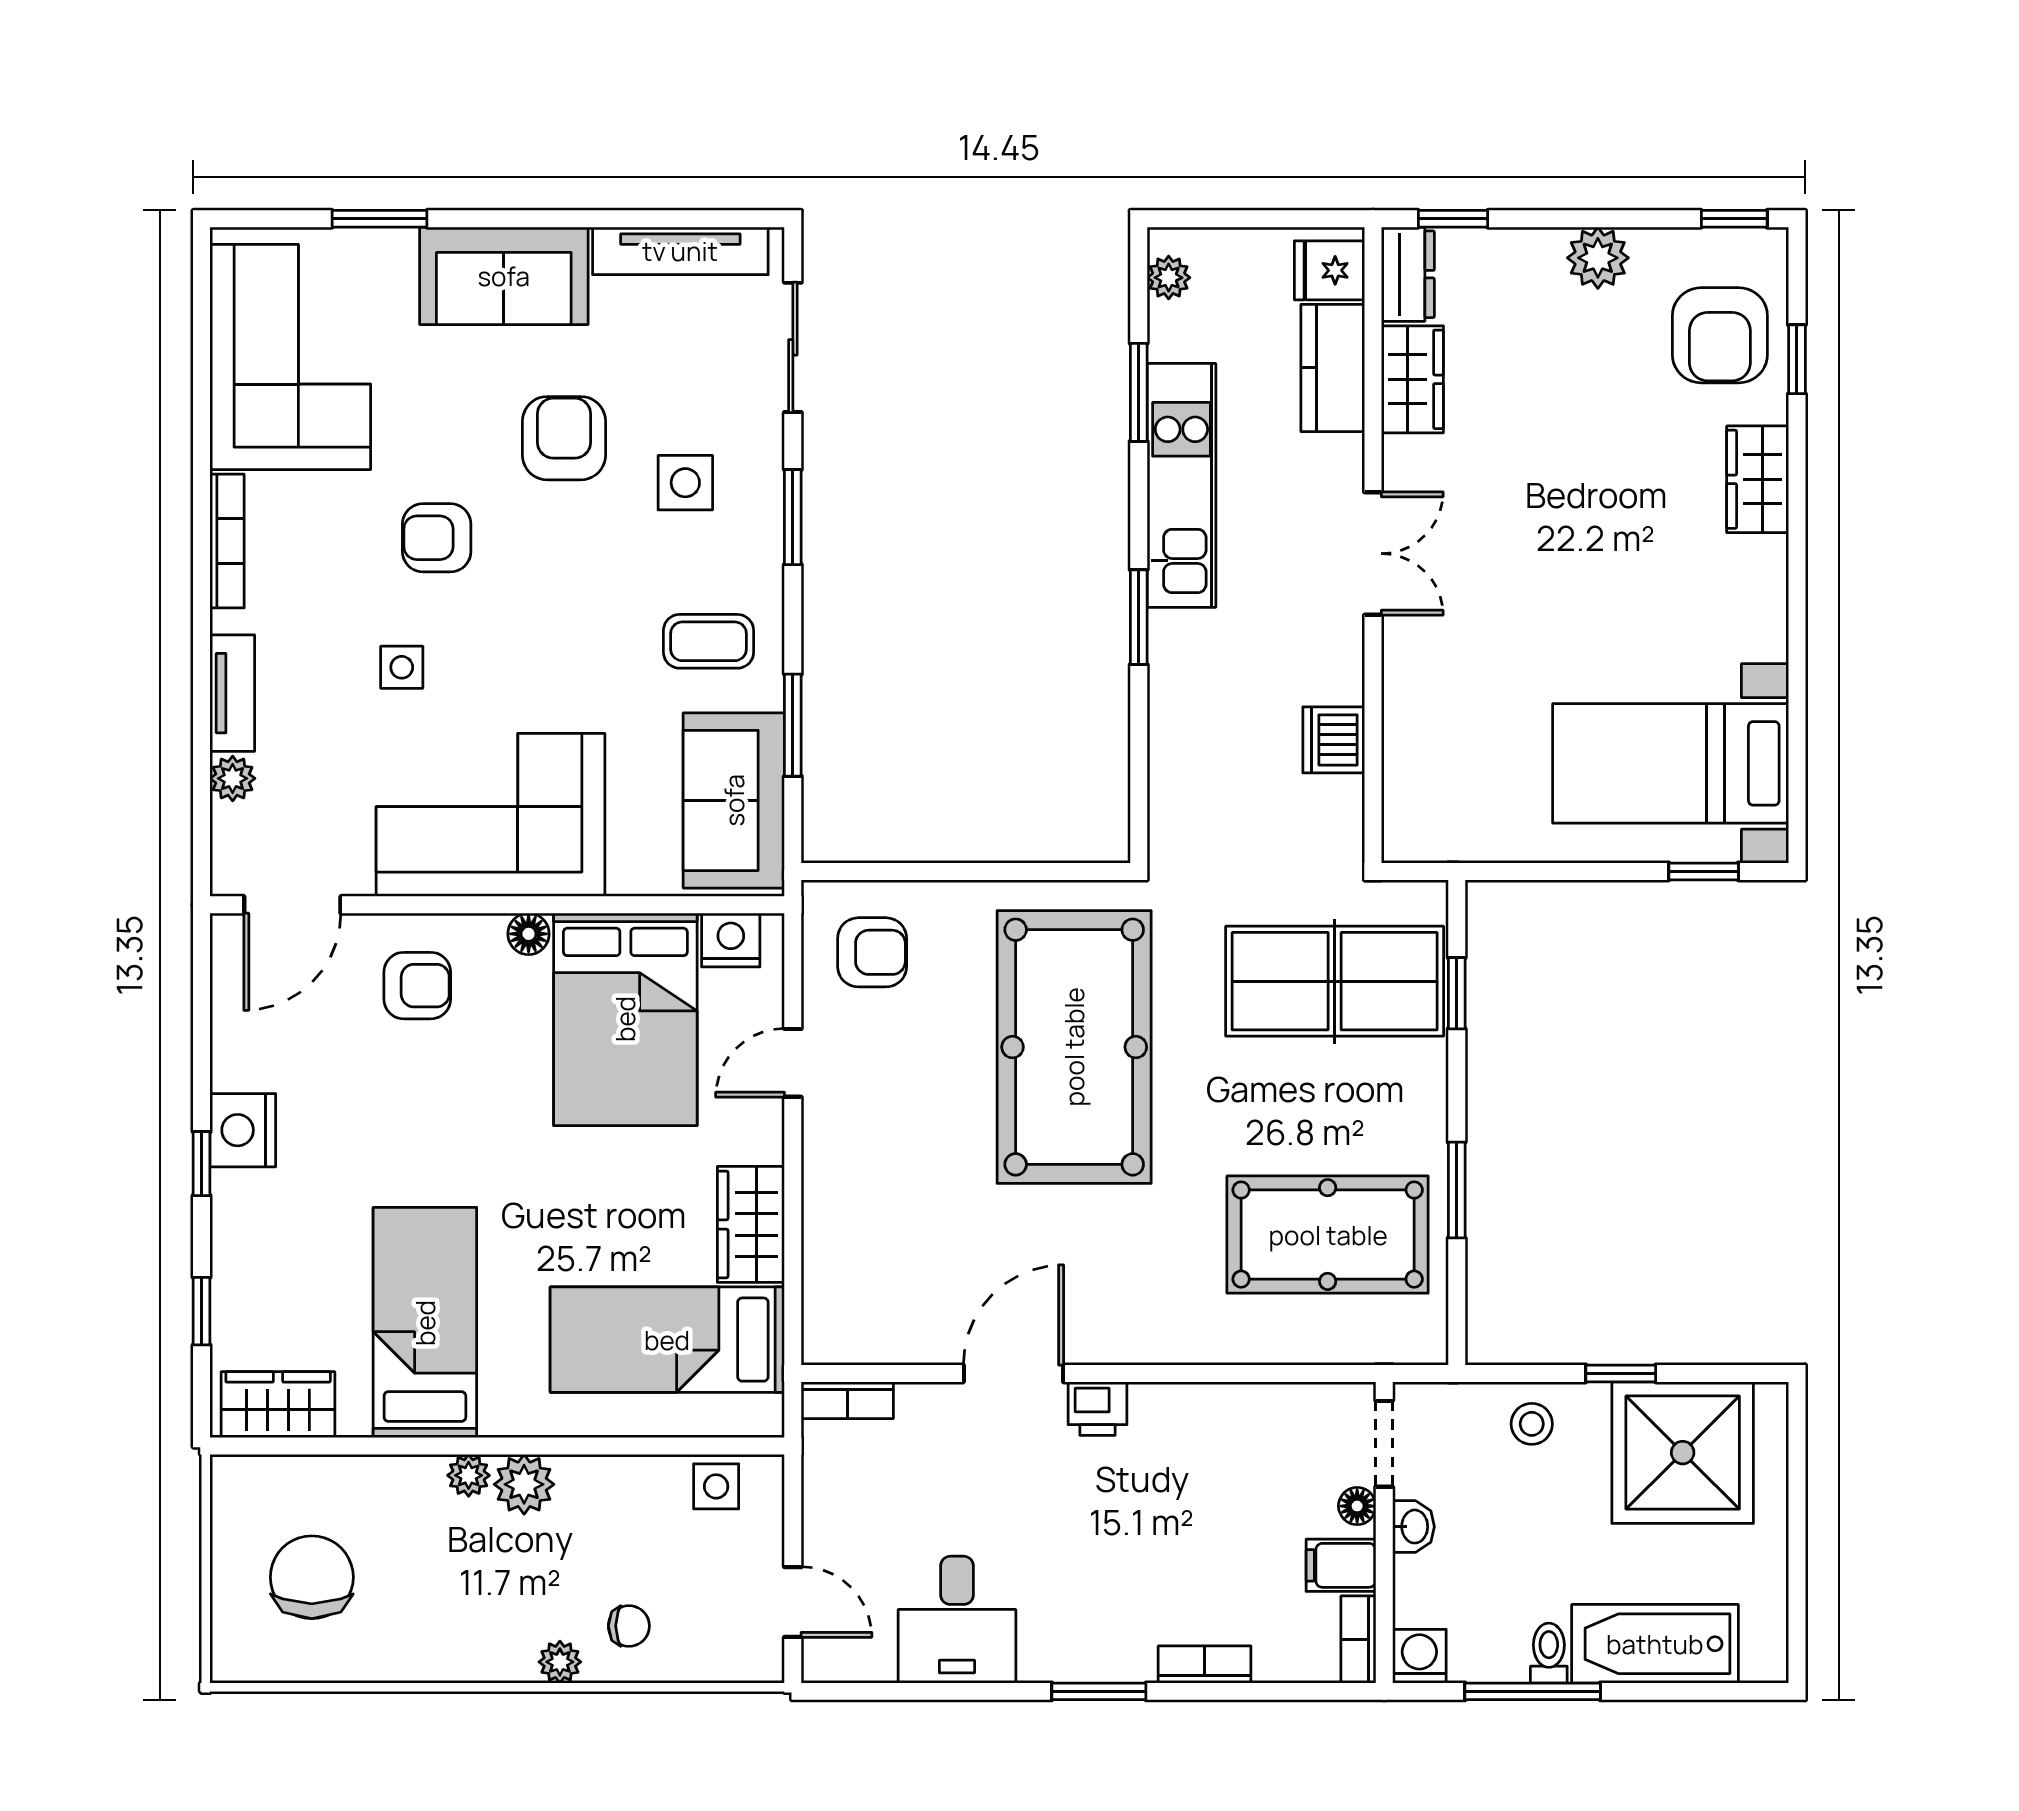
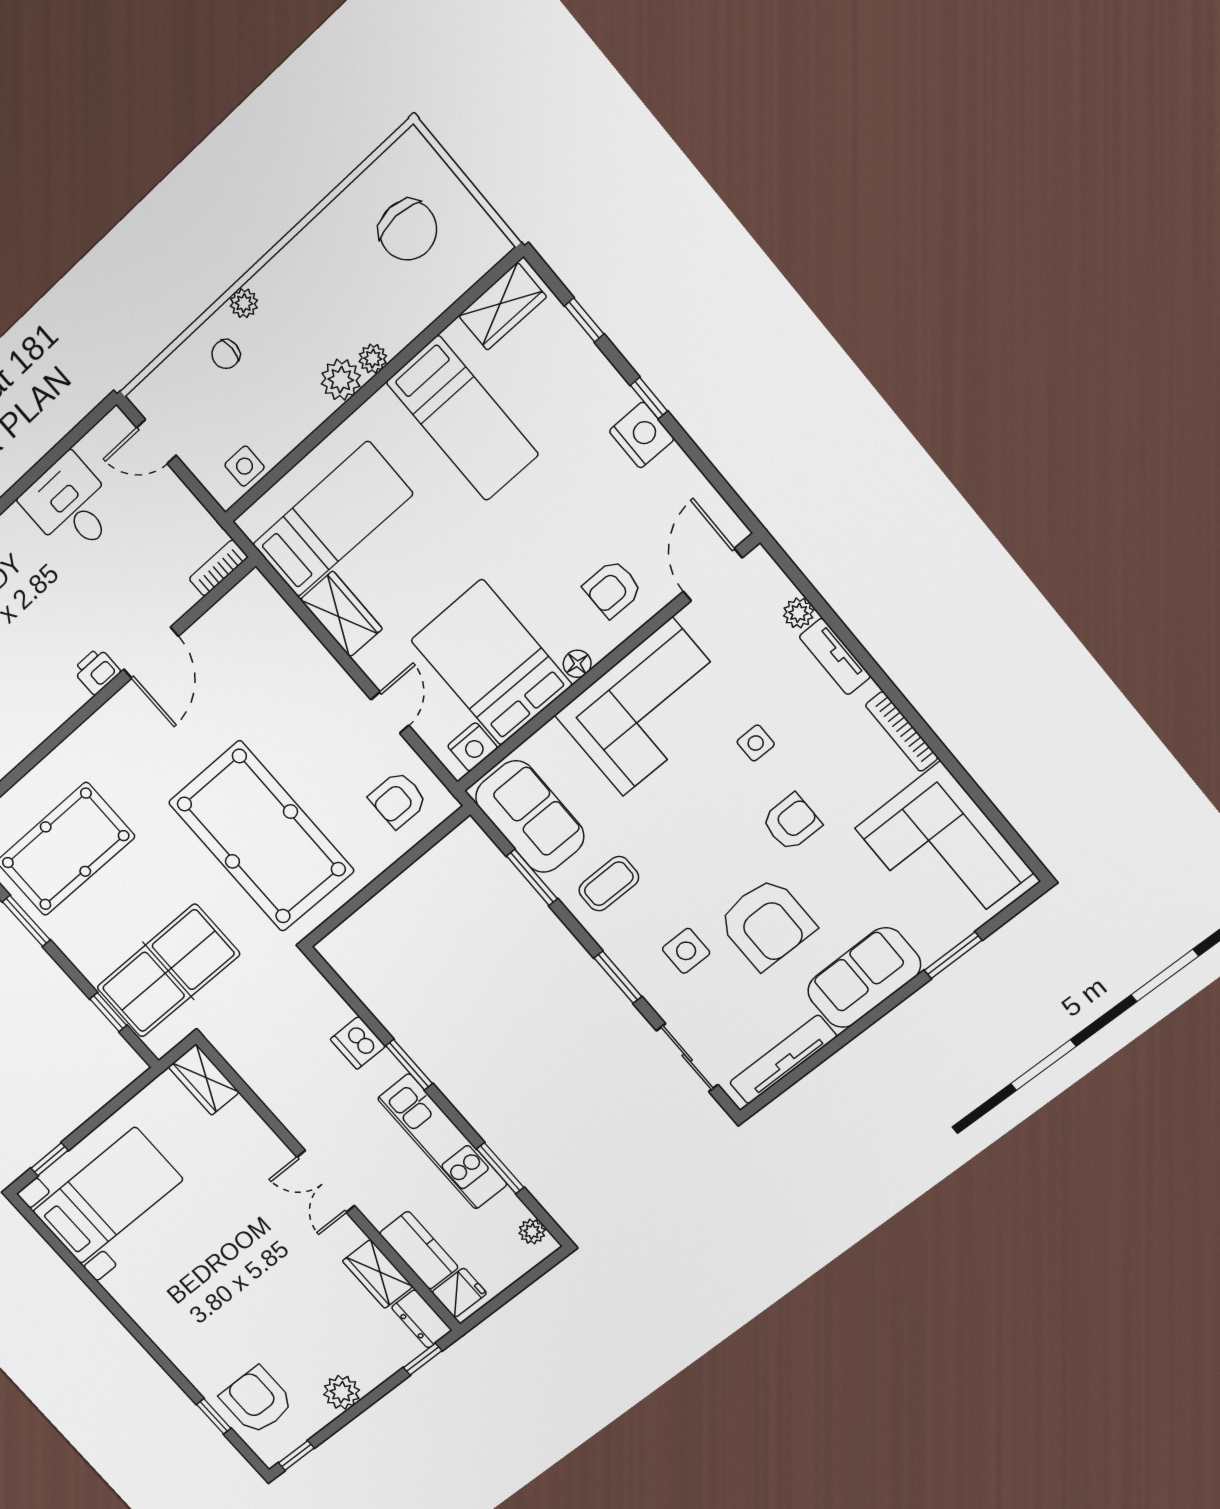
armchair: (564, 438) -> (766, 923), width x1.36, depth x1.36
wardrobe: (1758, 479) -> (204, 1080), moved, turned 180
dishwasher: (1334, 740) -> (358, 1043), moved, turned 180

